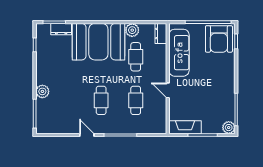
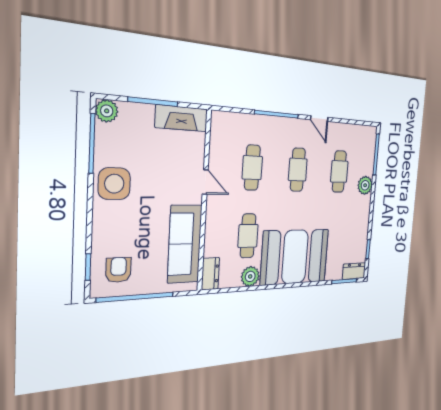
dresser: (61, 29) -> (354, 271), moved
armchair: (219, 39) -> (118, 270), width x0.53, depth x0.53
side table: (223, 88) -> (114, 184), added
cafe table: (67, 100) -> (339, 172), added

